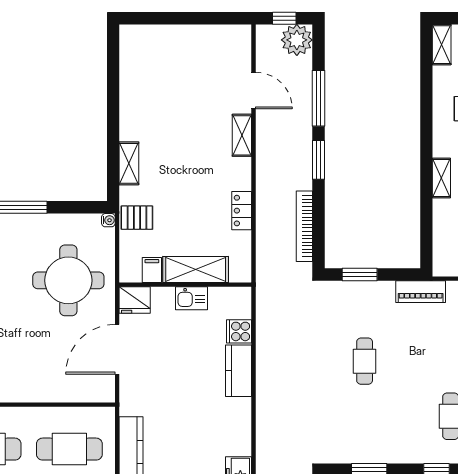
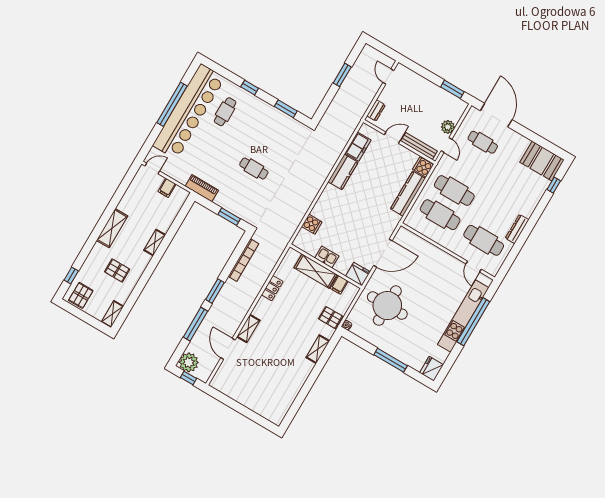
cafe table: (365, 361) -> (254, 168), turned 90
kitchen counter: (239, 371) -> (343, 172), moved

